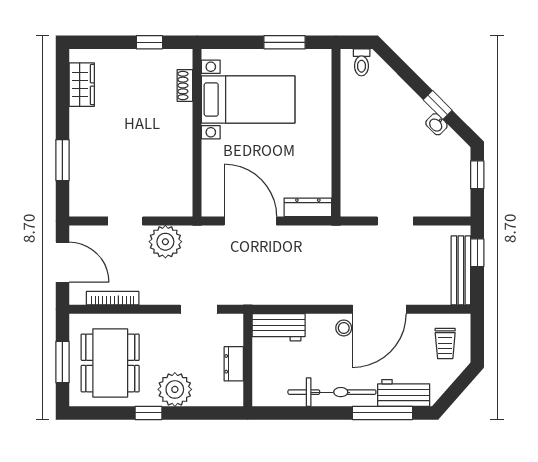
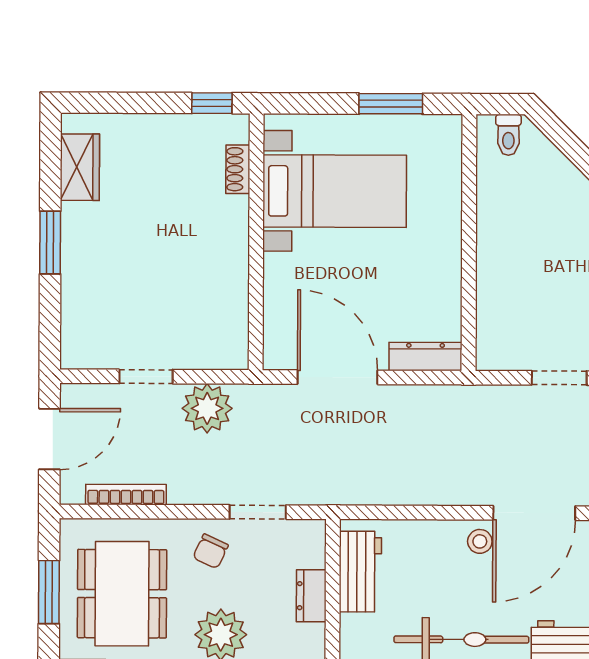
window: (149, 42) -> (212, 103), moved
window: (62, 160) -> (50, 243), moved
door: (62, 262) -> (49, 439), hinge flipped
workbench: (279, 327) -> (360, 572), moved, turned -90
chair: (168, 335) -> (211, 551), added

